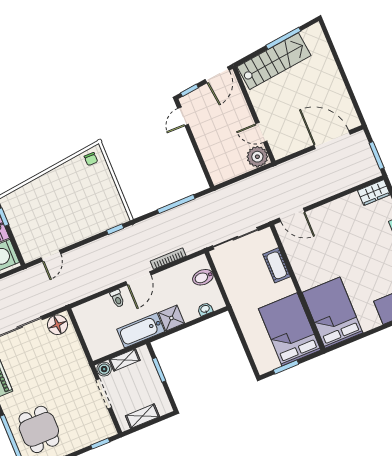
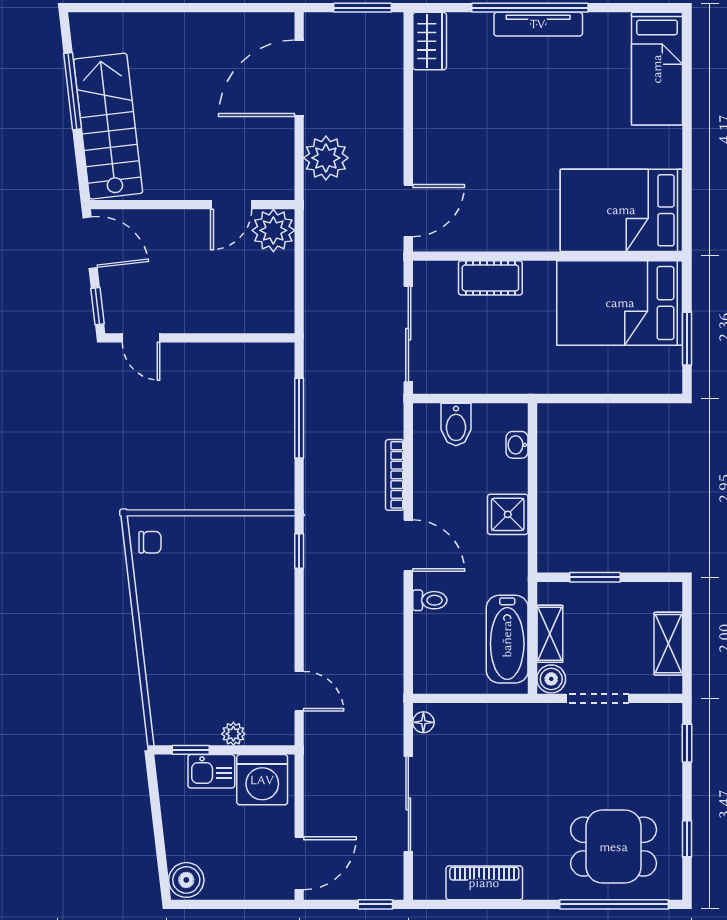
plant: (301, 167) -> (326, 158), added
plant: (19, 234) -> (233, 734), added
floor lamp: (58, 325) -> (423, 722), width x0.53, depth x0.53
bathtub: (141, 330) -> (507, 639), moved

